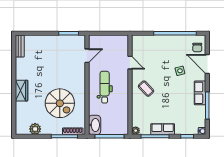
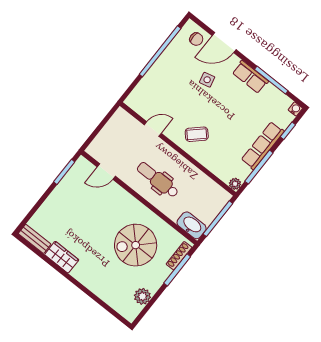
door: (87, 56) -> (106, 172), swing flipped
wardrobe: (22, 91) -> (62, 257), moved
spiral stairs: (60, 103) -> (136, 245), turned 180
row of seats: (163, 129) -> (263, 146), width x1.48

